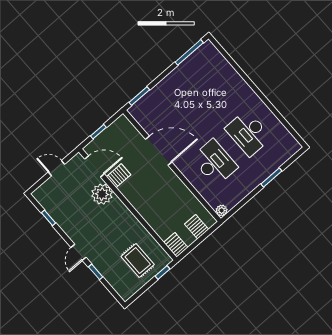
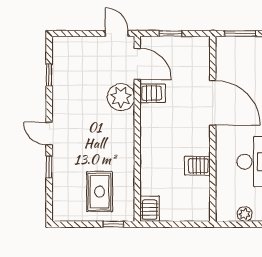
door: (57, 168) -> (117, 34), moved
plant: (222, 210) -> (245, 214), moved
server rack: (197, 227) -> (197, 166), moved, turned -90
door: (78, 252) -> (49, 134), hinge flipped

